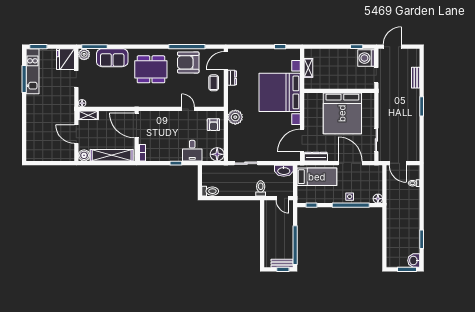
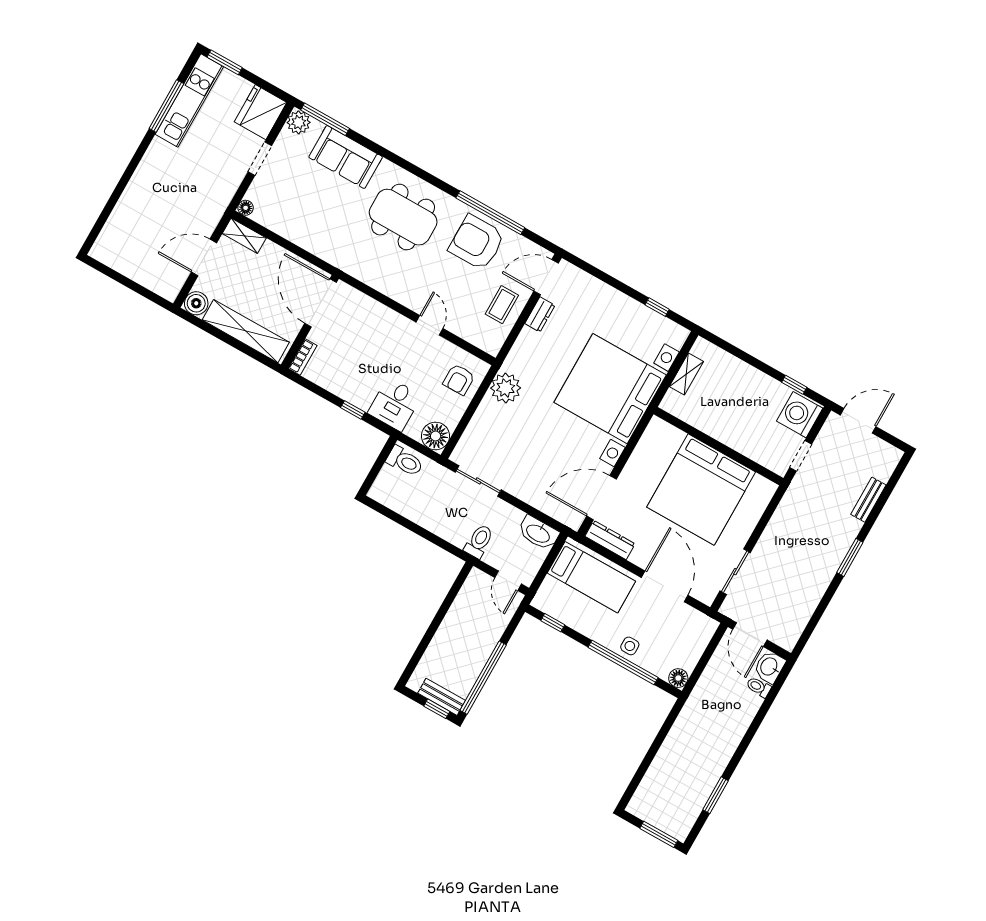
door: (76, 134) -> (204, 257), hinge flipped
toilet: (210, 191) -> (405, 461), moved
washbasin: (414, 260) -> (769, 667), moved

